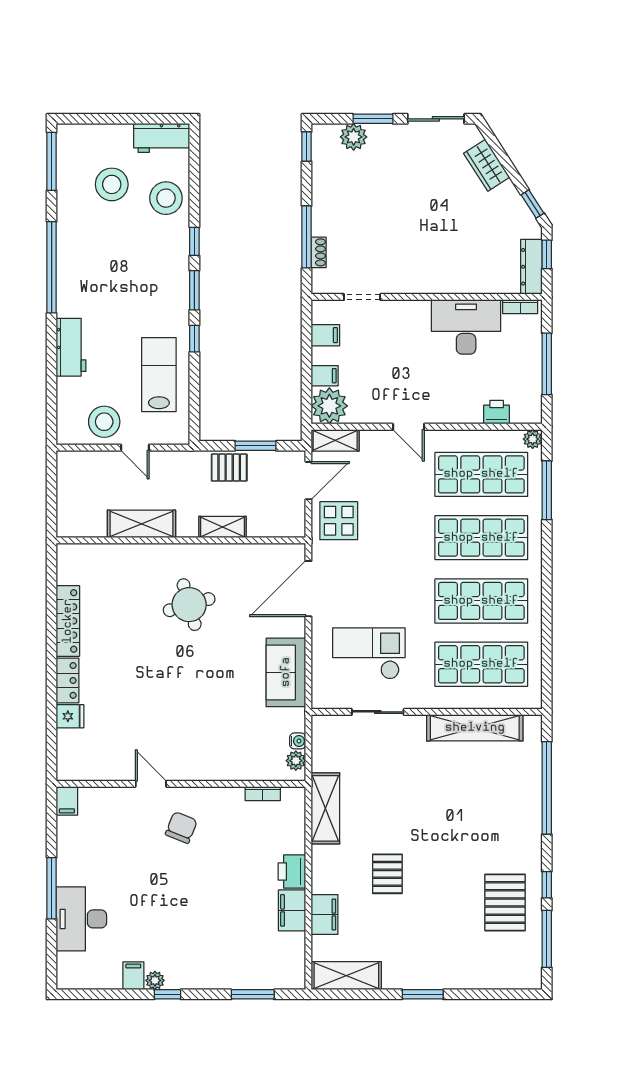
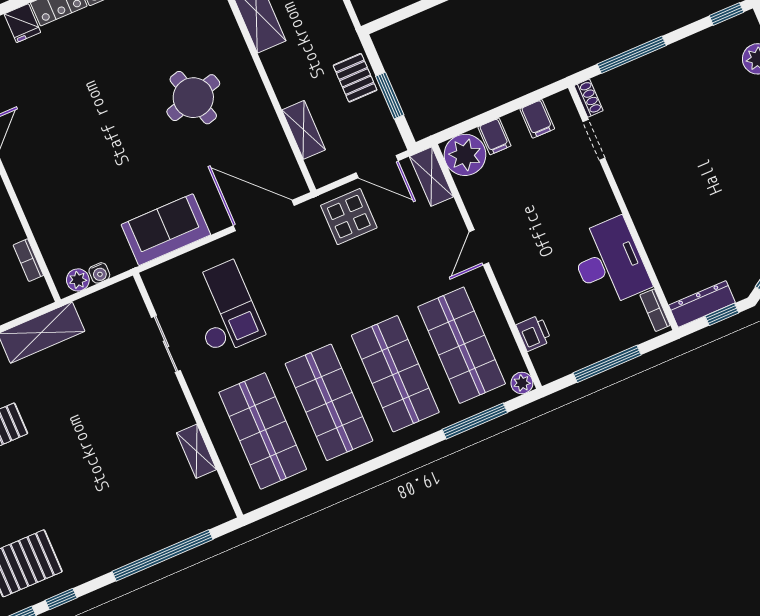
shoe rack: (319, 252) -> (589, 98), moved, turned -90
shelving: (223, 527) -> (304, 130), moved
shelving: (475, 728) -> (196, 451), width x0.45, depth x0.75

